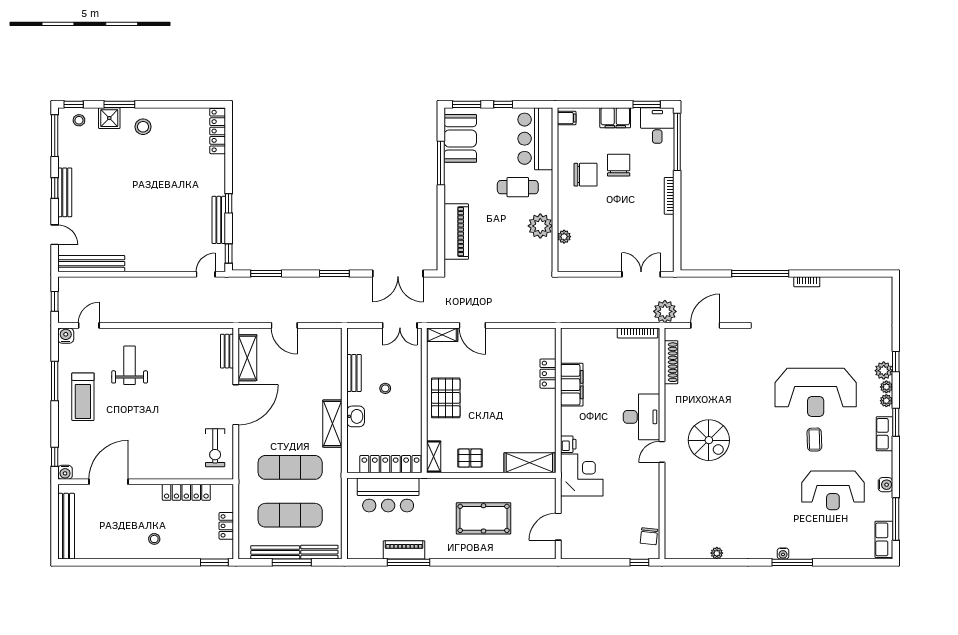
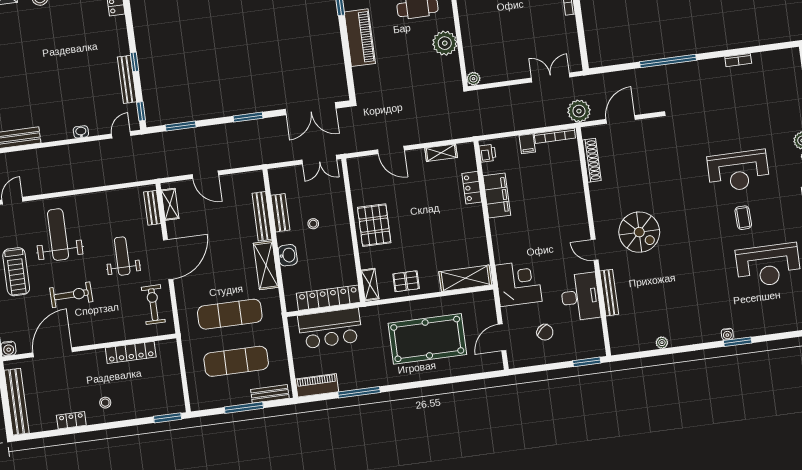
piano: (456, 232) -> (360, 38), moved
plant: (564, 237) -> (473, 79), moved
washbasin: (166, 266) -> (81, 132), added
bookcase: (807, 282) -> (738, 60), moved
shelving: (442, 335) -> (441, 153), moved
filing cabinet: (609, 337) -> (527, 144), added
shelving: (247, 358) -> (170, 204), width x0.67, depth x0.75
weight bench: (130, 365) -> (58, 235), width x1.36, depth x1.33
reception desk: (816, 392) -> (738, 171), width x0.74, depth x0.77
weight bench: (191, 395) -> (122, 256), added
desk: (641, 417) -> (580, 297), moved
exercise bike: (135, 427) -> (71, 295), added
printer: (568, 444) -> (488, 153), moved
exercise bike: (215, 448) -> (153, 305), turned 180
door: (662, 452) -> (595, 250), hinge flipped
bench: (671, 496) -> (609, 293), added
pool table: (484, 518) -> (427, 339), width x1.36, depth x1.32
locker: (226, 526) -> (71, 420), moved, turned 90
chair: (649, 536) -> (545, 332), moved, turned -48
piano: (404, 550) -> (317, 385), moved
bench: (275, 552) -> (262, 216), moved, turned 90
window: (639, 562) -> (587, 362), width x1.50
window: (792, 562) -> (738, 342), width x0.69

